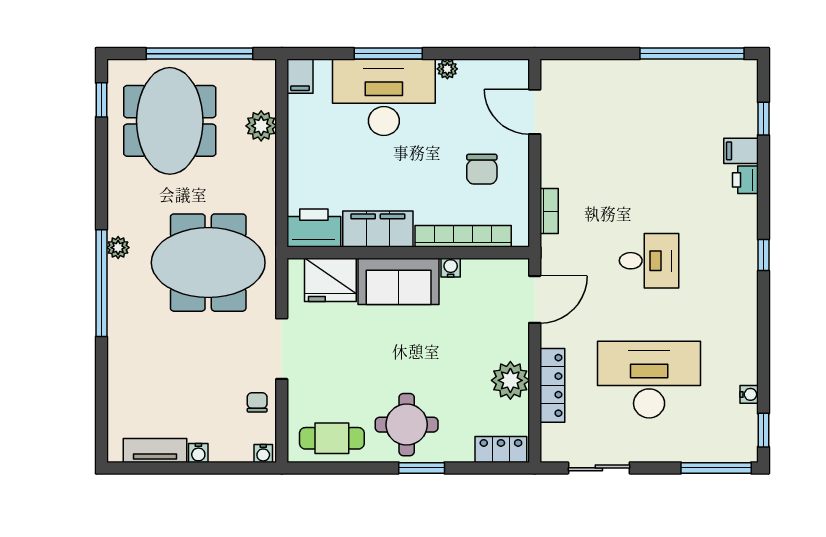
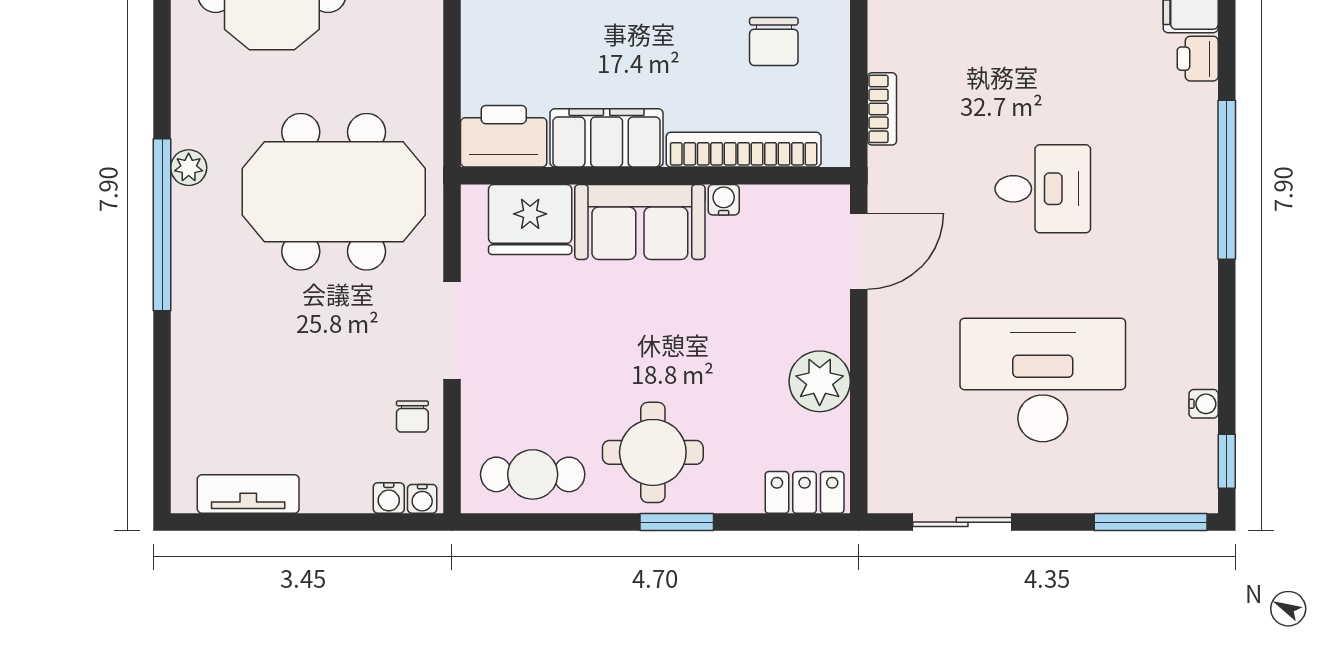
window: (763, 255) -> (1227, 180), width x3.17
locker: (552, 385) -> (887, 389), removed
chair: (257, 402) -> (412, 417), turned 180
water cooler: (198, 453) -> (389, 498), moved

